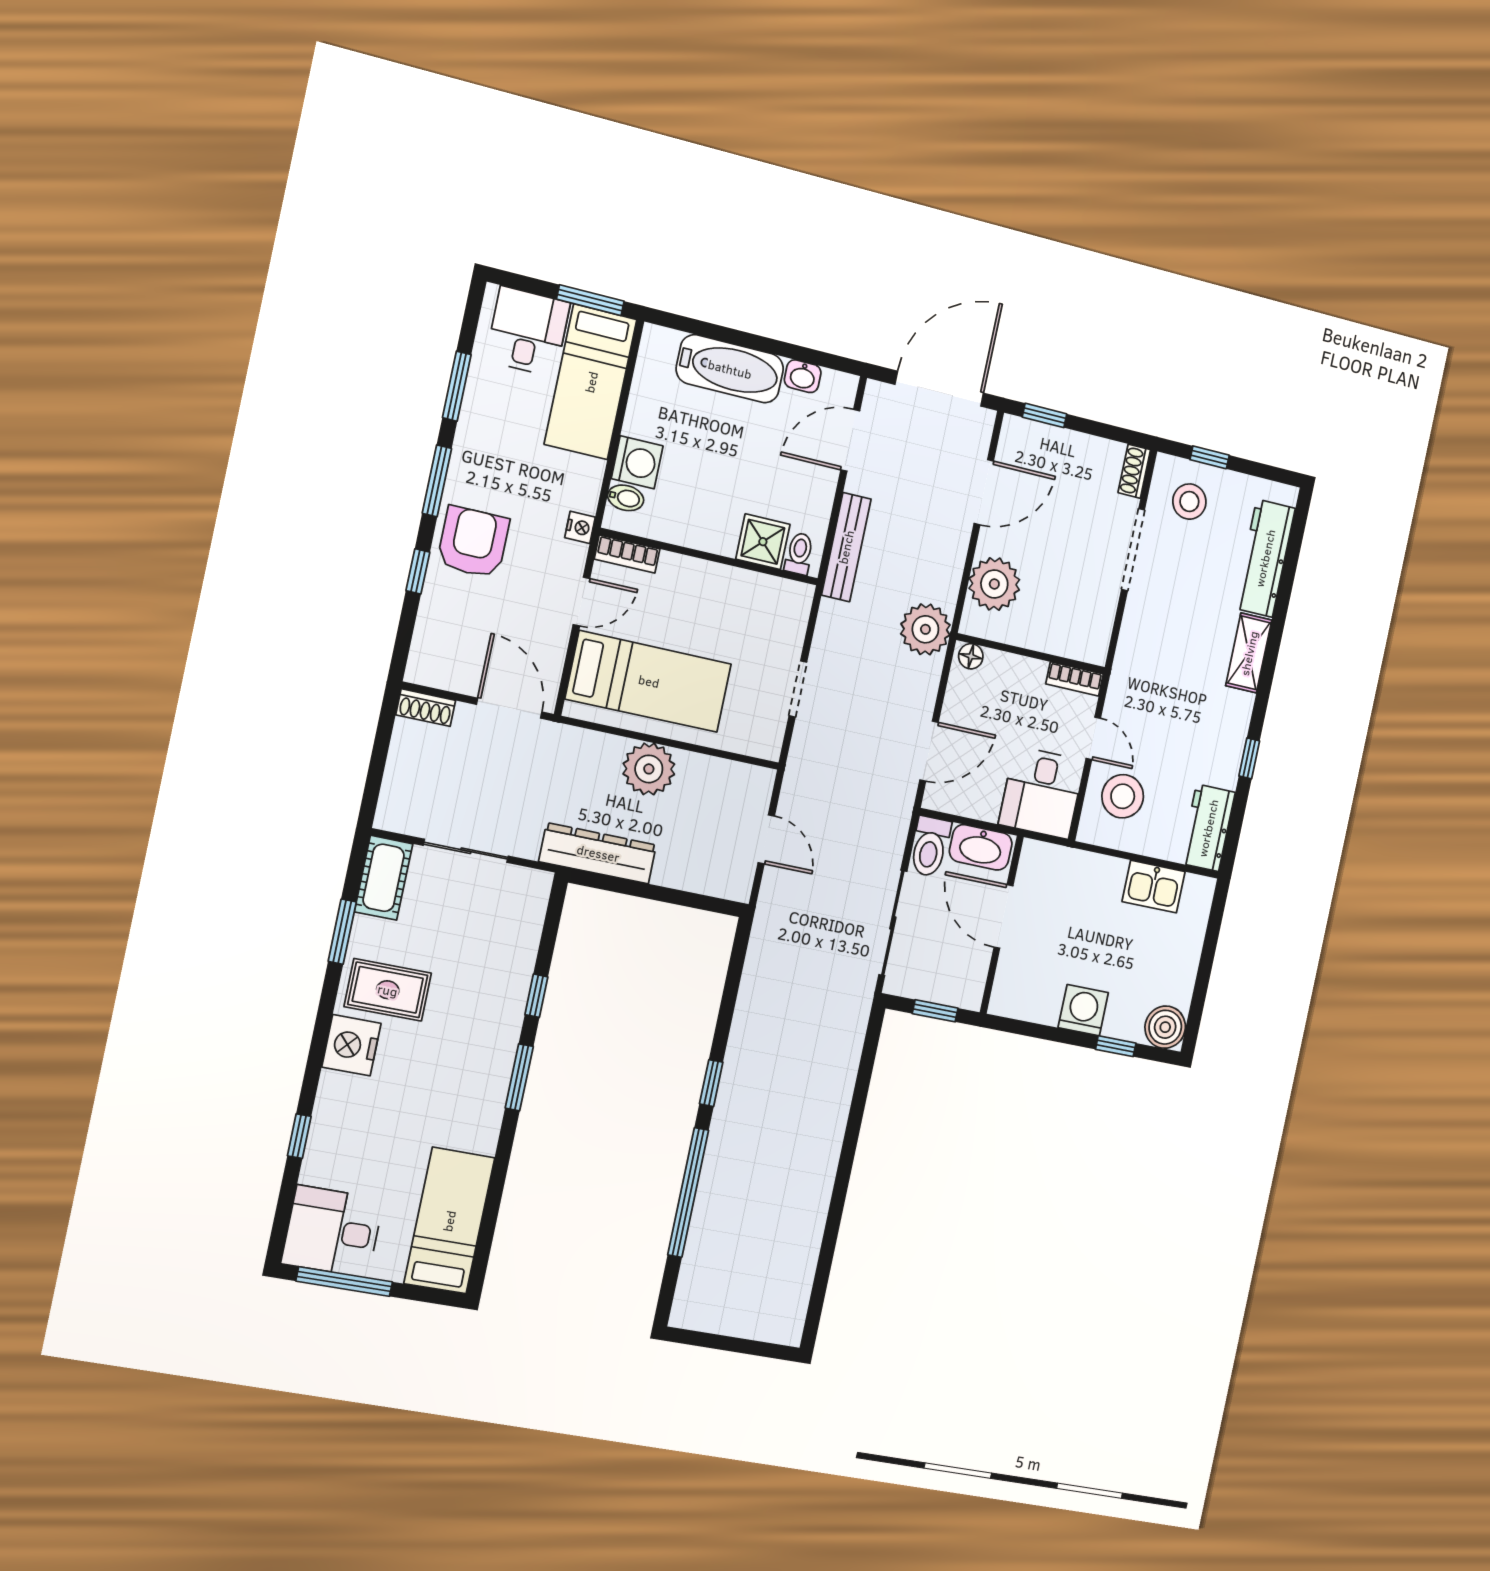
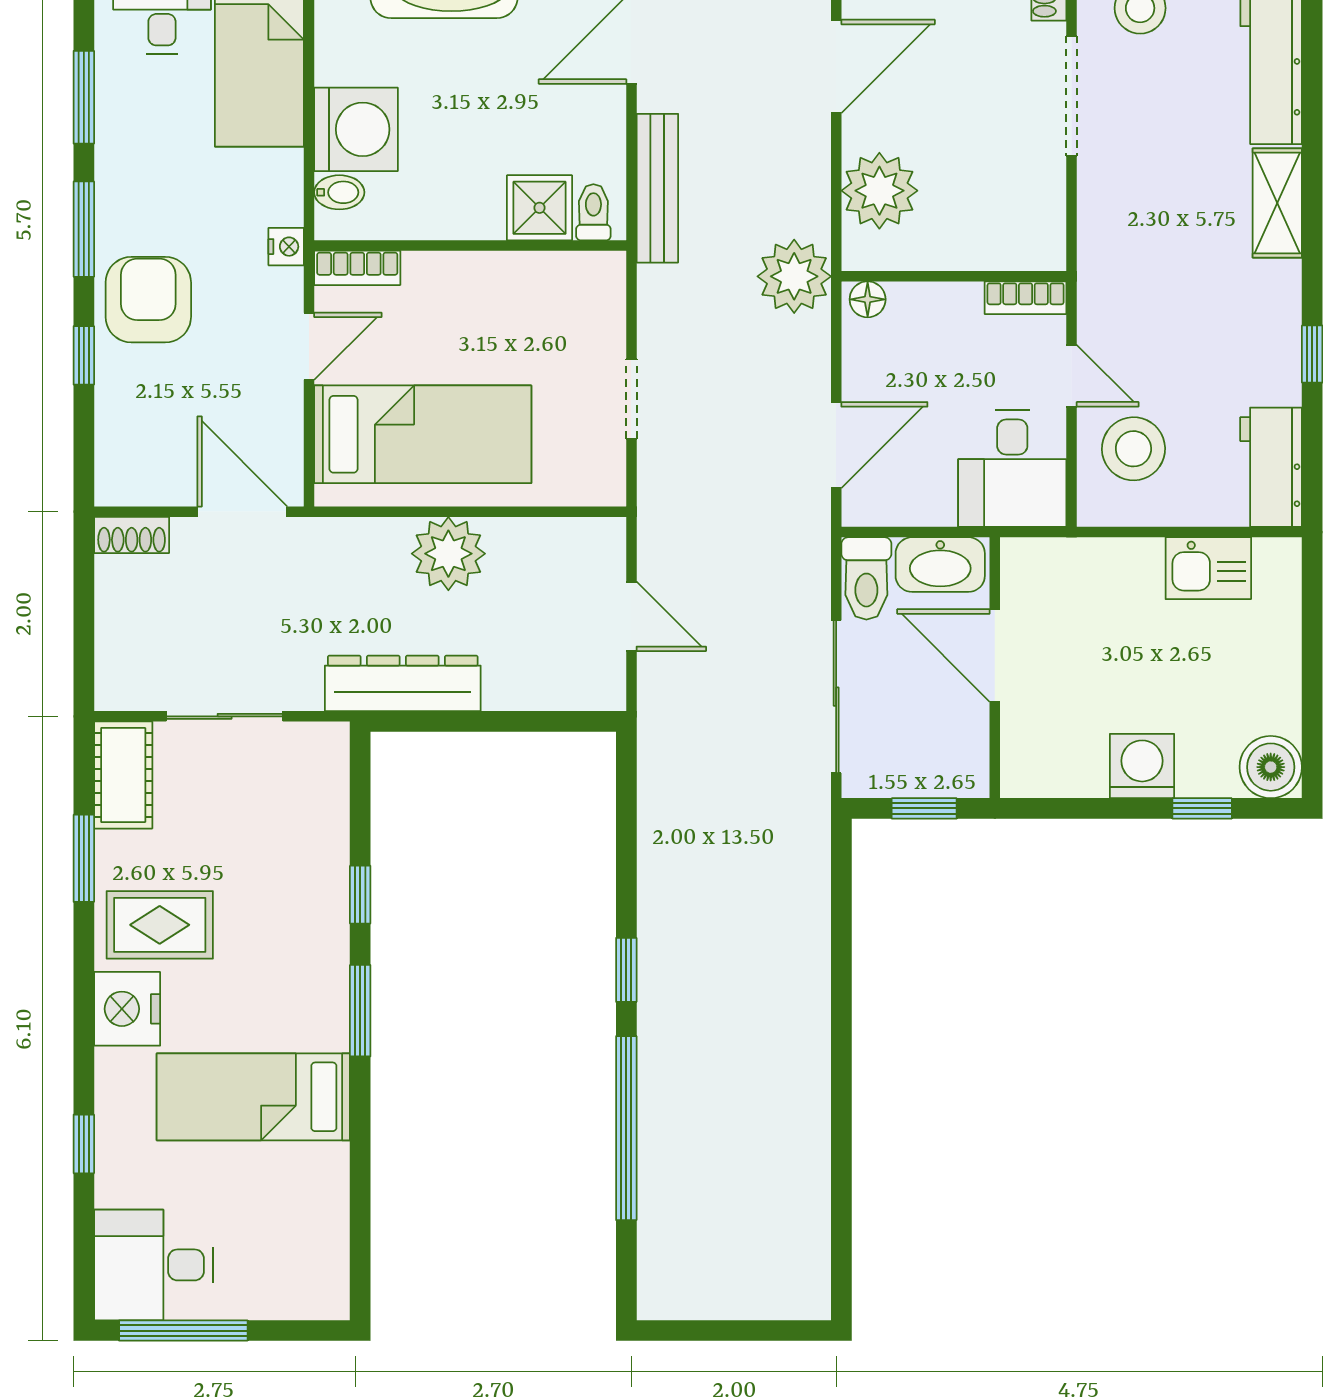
washing machine: (637, 462) -> (356, 129), width x1.37, depth x1.37
bed: (449, 1221) -> (253, 1097), moved, turned -90

